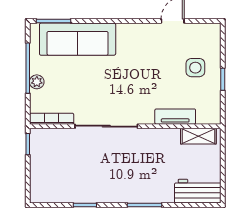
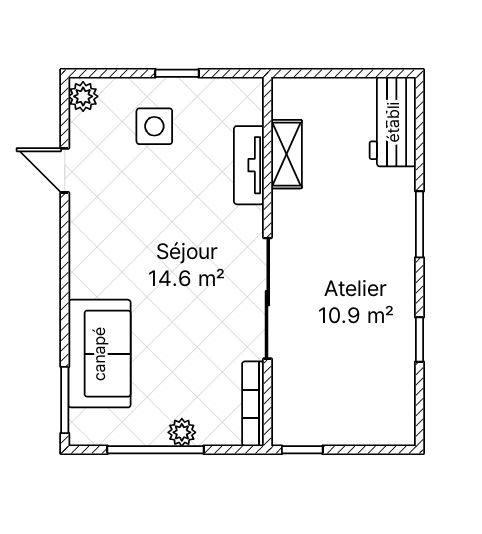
plant: (211, 31) -> (83, 96), added
sofa: (78, 39) -> (99, 354), width x0.73
shelving: (198, 136) -> (286, 154), moved

